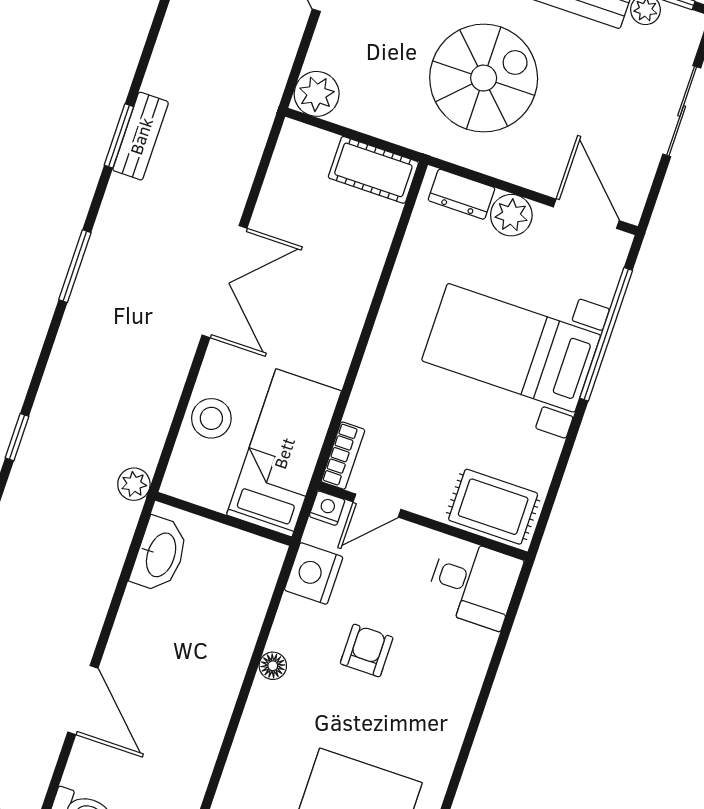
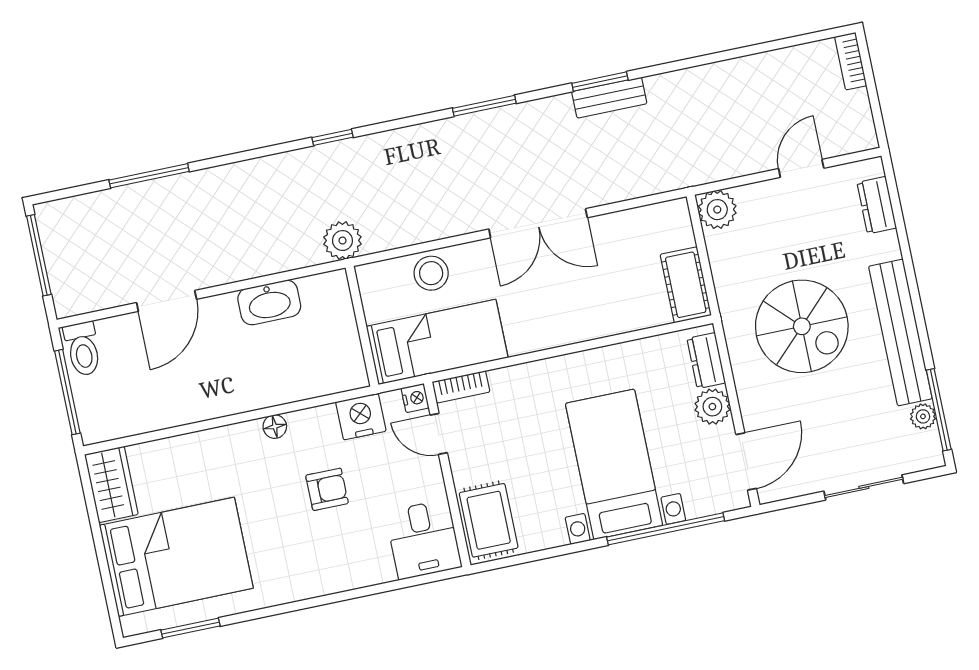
plant: (134, 484) -> (342, 241), width x1.38, depth x1.38
washbasin: (160, 554) -> (269, 302), moved

